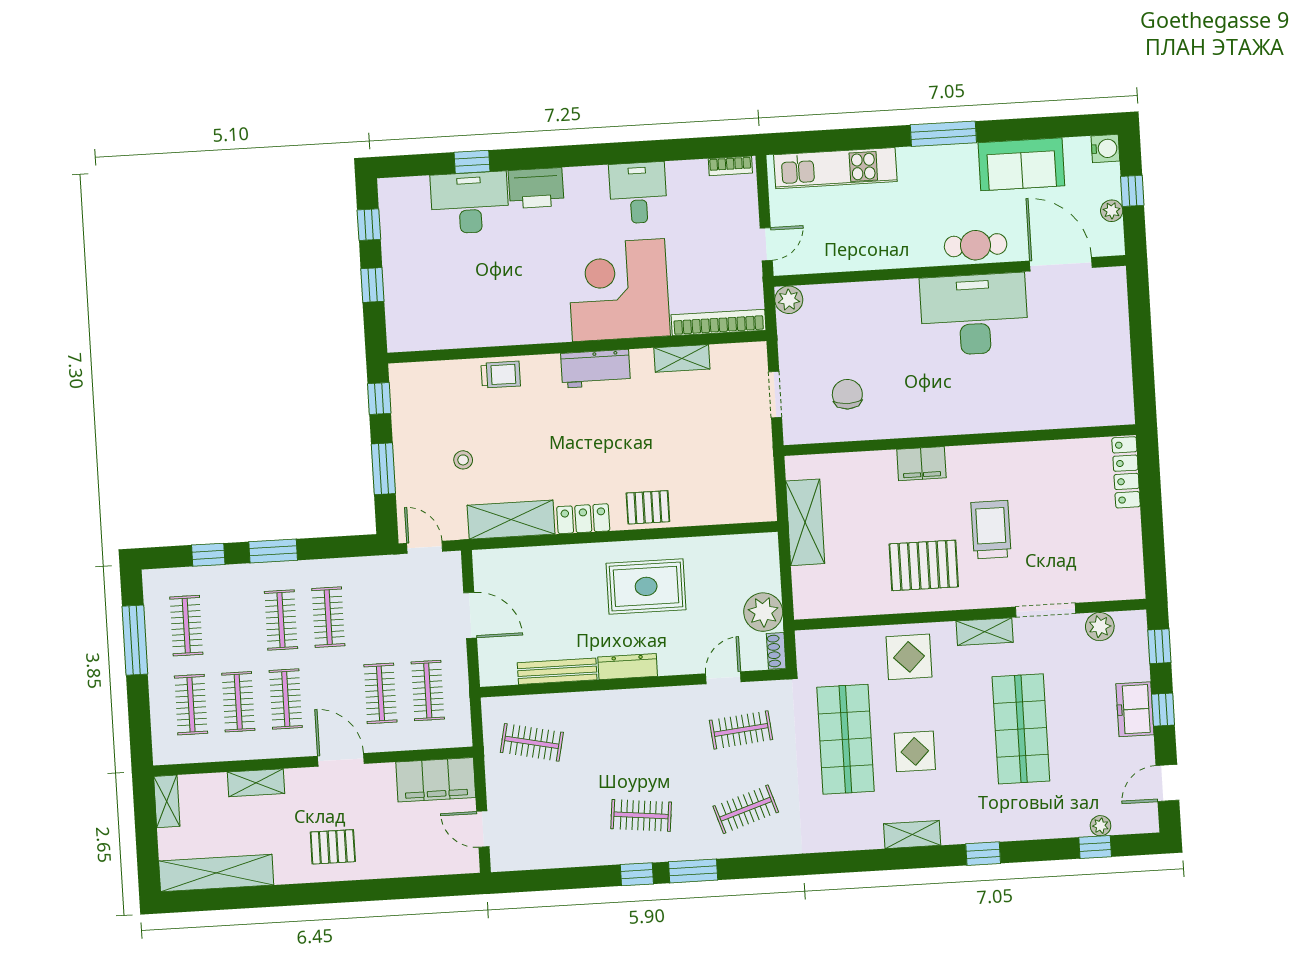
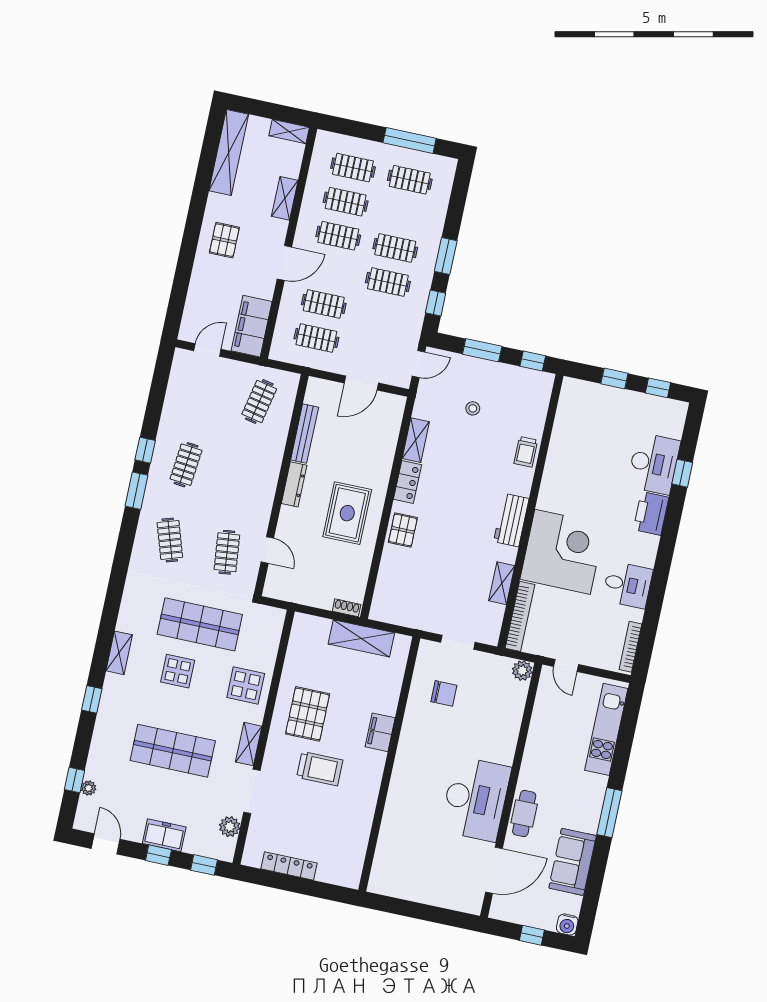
bookcase: (730, 166) -> (630, 647), width x1.56
plant: (1112, 211) -> (522, 917), removed
locker: (1126, 472) -> (289, 866), moved
shelving: (511, 520) -> (416, 440), width x0.67, depth x0.75
window: (208, 555) -> (436, 303), moved
plant: (763, 612) -> (306, 591), removed
shoe rack: (776, 651) -> (347, 608), moved

